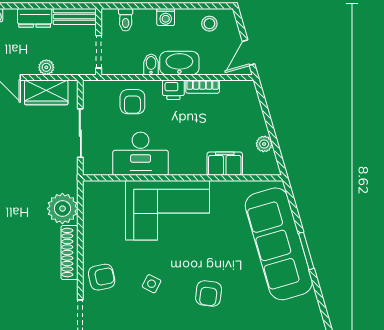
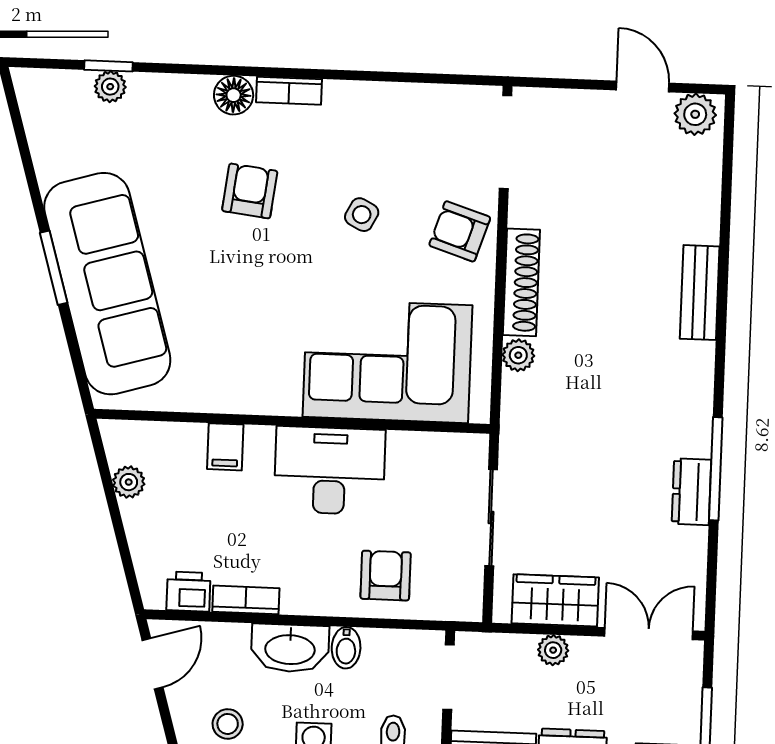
printer: (173, 90) -> (188, 592), moved
desk: (141, 154) -> (330, 471), moved
filing cabinet: (225, 164) -> (225, 447), width x0.50
plant: (62, 209) -> (518, 355), width x0.53, depth x0.53
corner sofa: (167, 210) -> (388, 361), moved
armchair: (102, 277) -> (460, 231), turned 30

